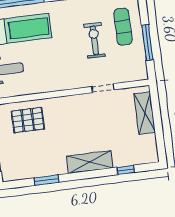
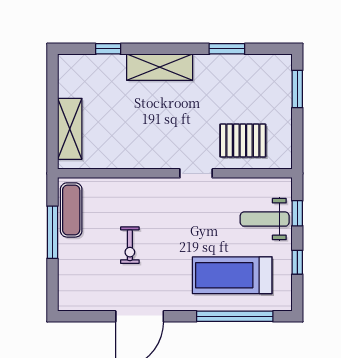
exercise mat: (123, 27) -> (71, 210), moved
exercise bike: (94, 40) -> (130, 245), width x0.73, depth x0.72
doorway: (103, 88) -> (196, 173), moved

